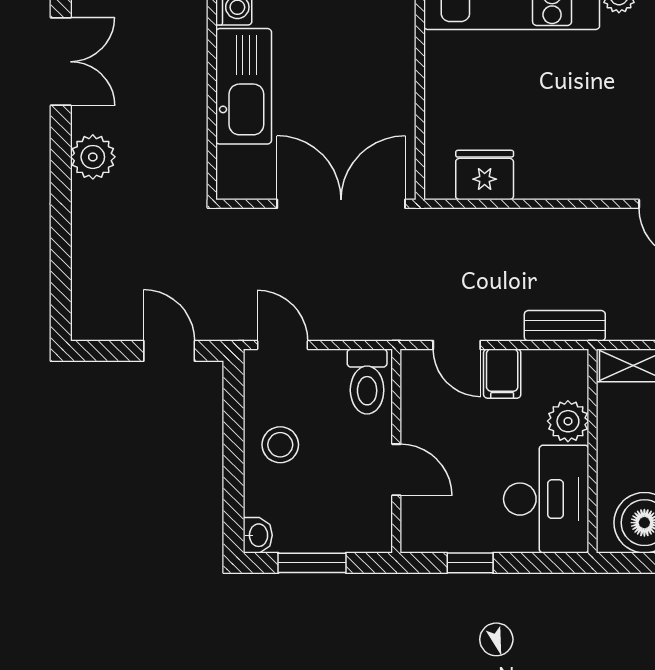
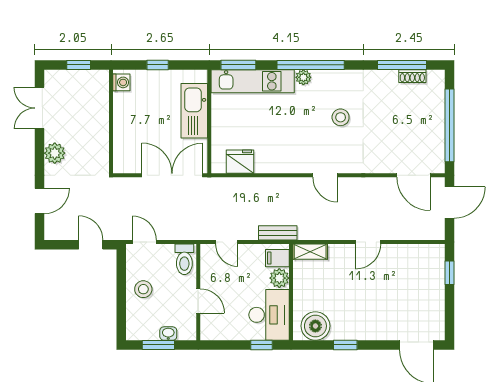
double door: (61, 62) -> (40, 108), swing flipped
kitchen sink: (244, 86) -> (194, 111), moved, turned 180
door: (61, 258) -> (40, 201), added
filing cabinet: (502, 374) -> (277, 258), moved, turned 90
washbasin: (258, 535) -> (168, 334), moved, turned -90
window: (470, 563) -> (262, 345), moved

